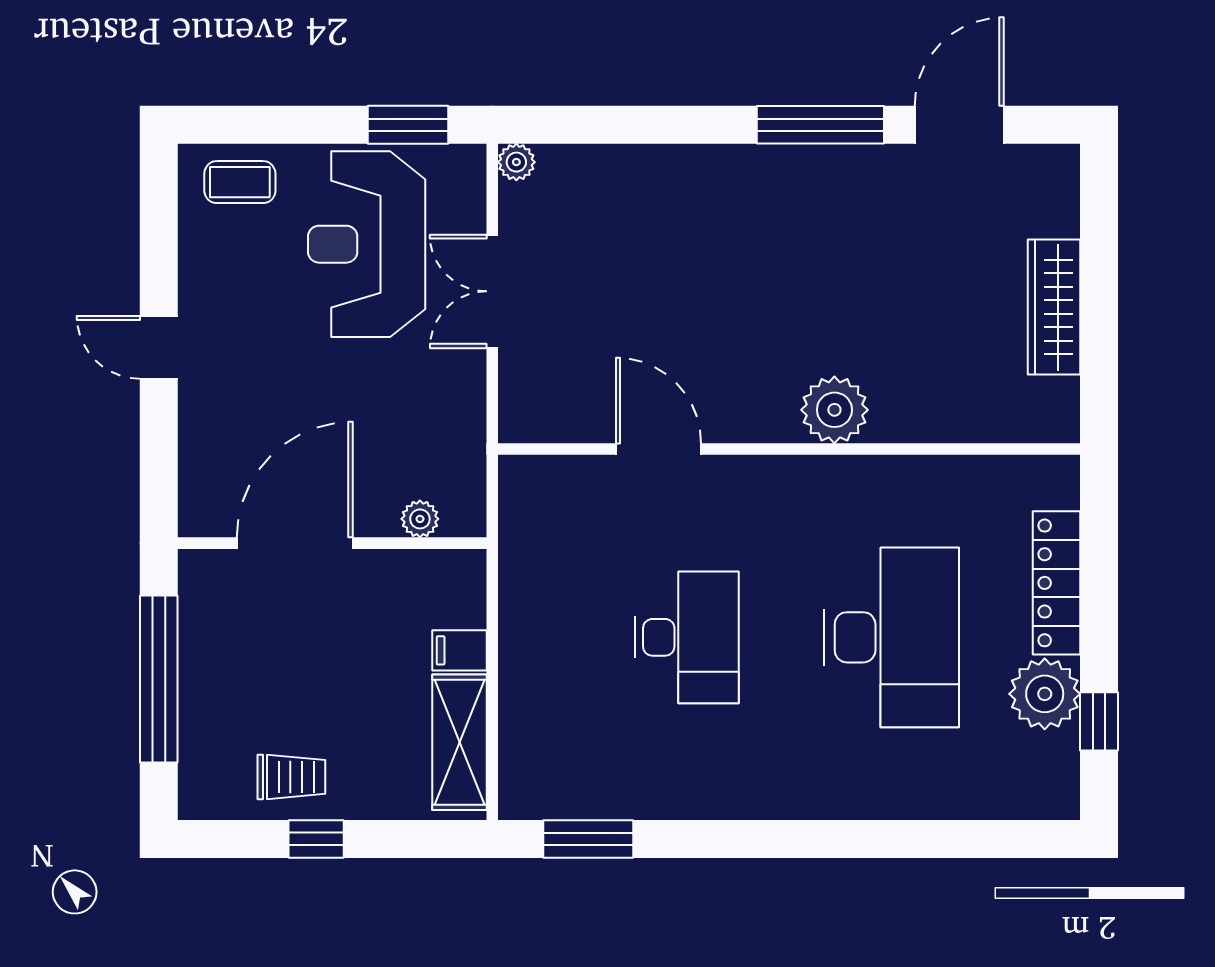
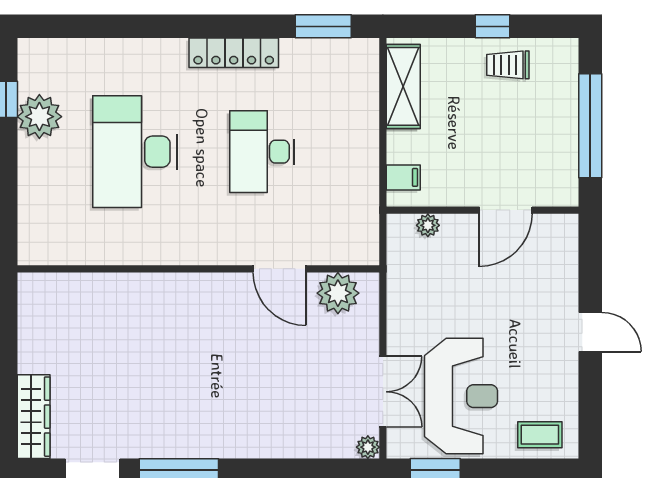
double door: (492, 291) -> (383, 392), moved
wardrobe: (1054, 307) -> (34, 417), moved
plant: (834, 410) -> (338, 293), moved
door: (295, 543) -> (506, 210), width x0.73
locker: (1056, 583) -> (234, 53), moved, turned 90
filing cabinet: (460, 650) -> (403, 177), moved

